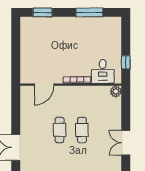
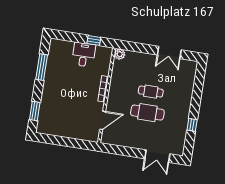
desk: (103, 71) -> (84, 55), moved, turned -90
door: (44, 85) -> (103, 120), hinge flipped
cafe table: (60, 130) -> (147, 113), width x1.37, depth x1.35

